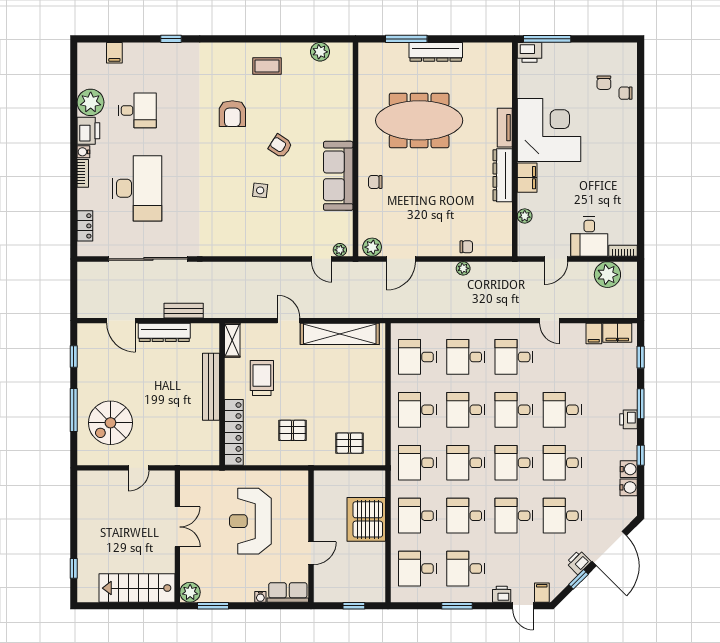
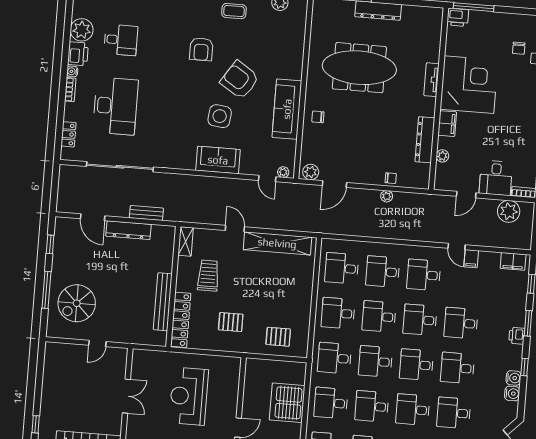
armchair: (280, 146) -> (240, 80), width x1.88, depth x1.88
dresser: (503, 175) -> (425, 140), moved
side table: (260, 190) -> (220, 116), width x1.87, depth x1.87
sofa: (262, 242) -> (218, 160), added
filing cabinet: (594, 334) -> (471, 259), moved
bench: (211, 387) -> (163, 302), moved

